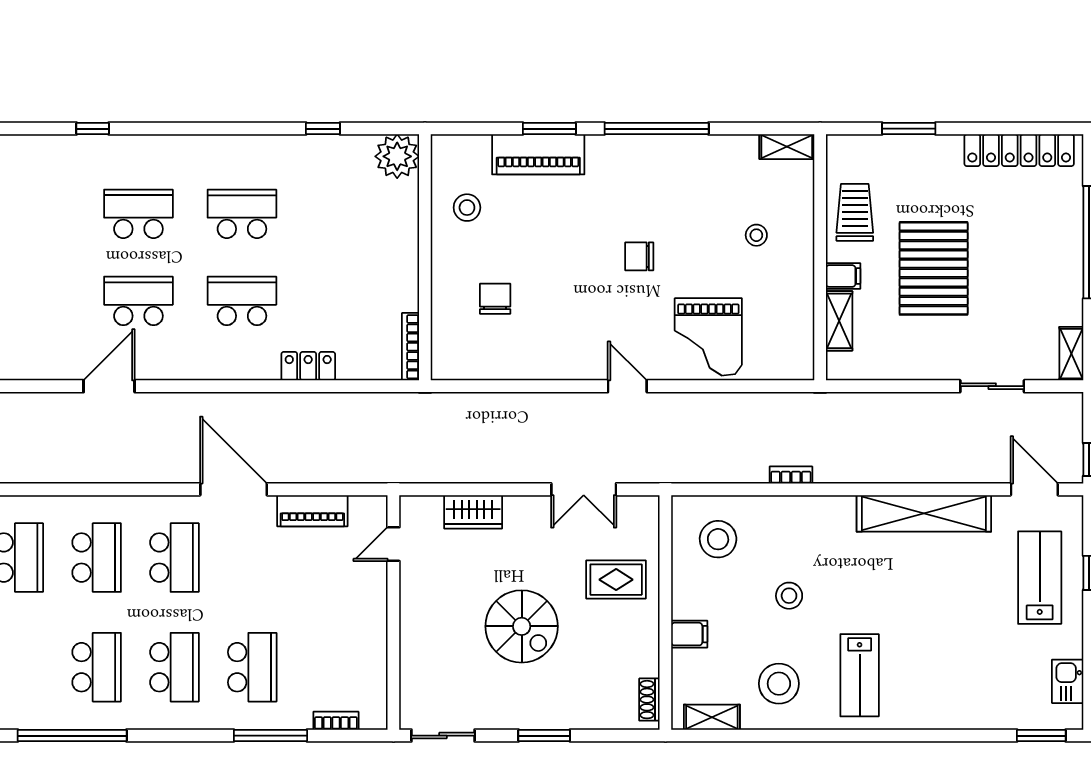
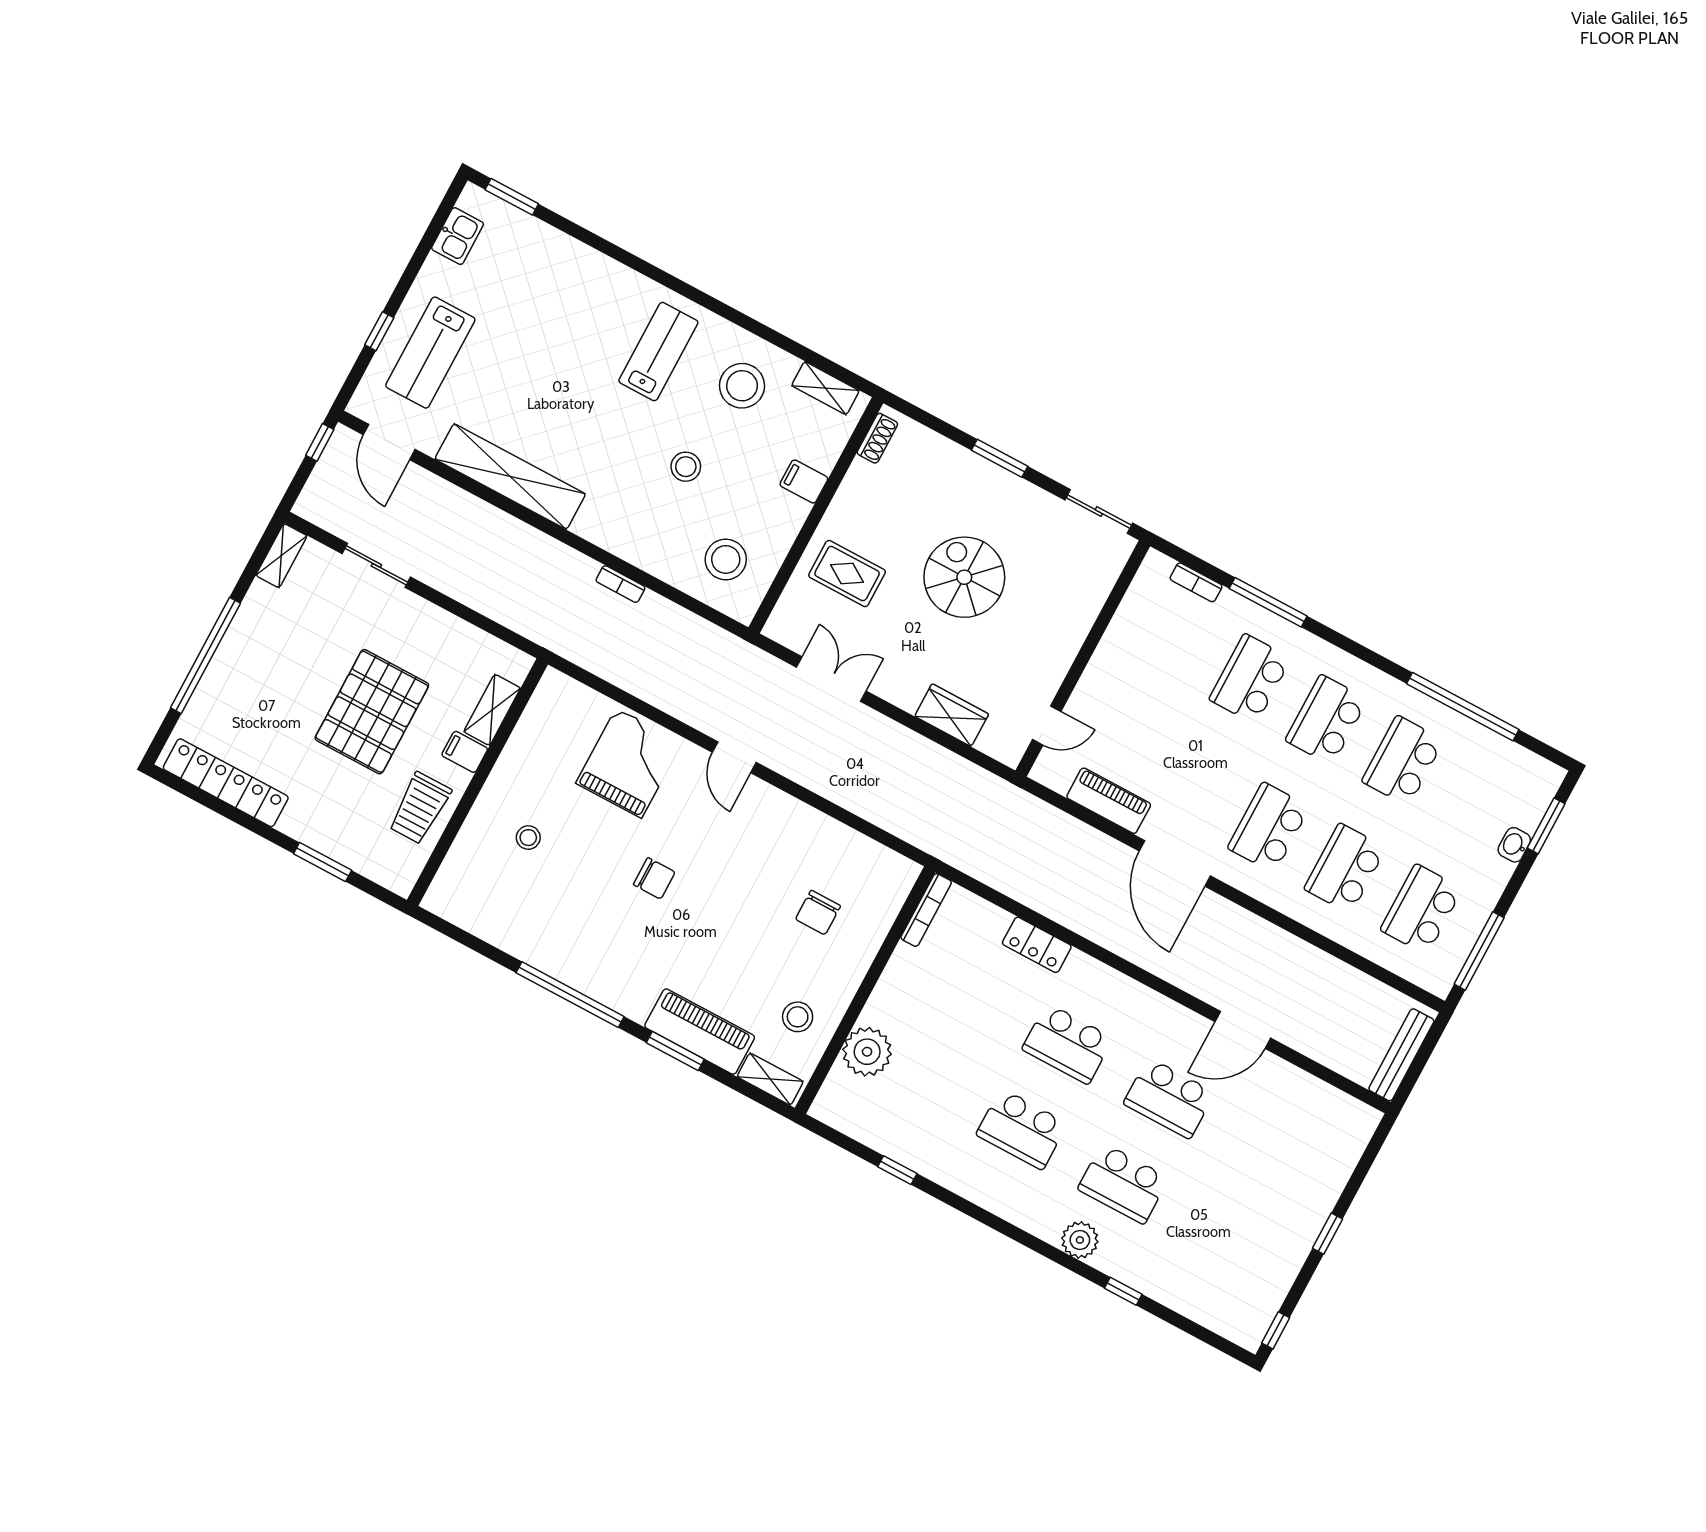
shelving: (787, 147) -> (770, 1079), moved
plant: (149, 151) -> (1080, 1240), added
plant: (397, 156) -> (867, 1052), moved

